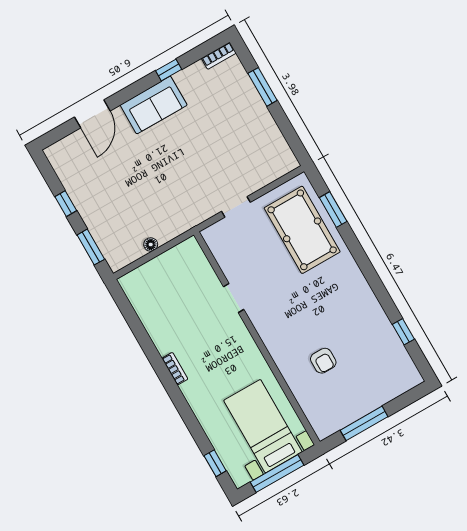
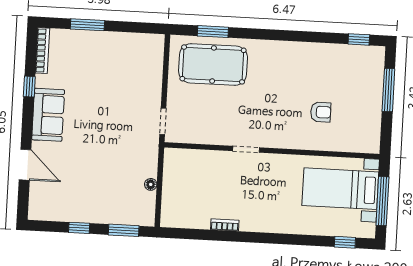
bookcase: (219, 56) -> (42, 51), width x1.56
doorway: (236, 207) -> (163, 121), moved
doorway: (234, 298) -> (246, 149), moved
window: (403, 332) -> (359, 39), moved
bookcase: (175, 369) -> (225, 225), moved
window: (364, 423) -> (388, 90), moved

